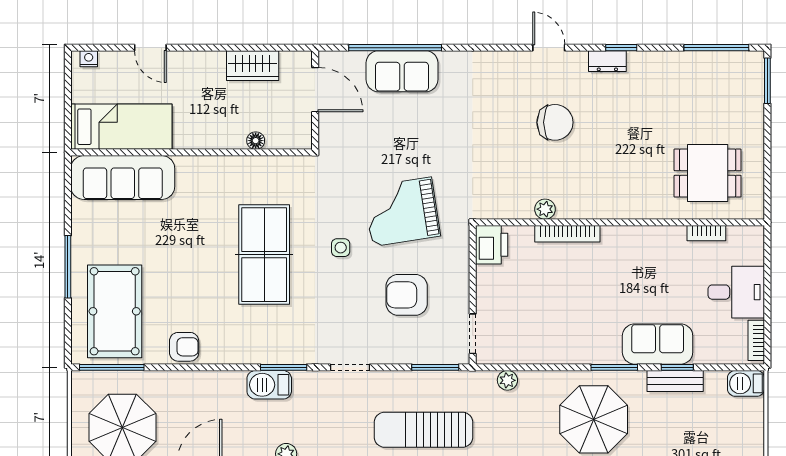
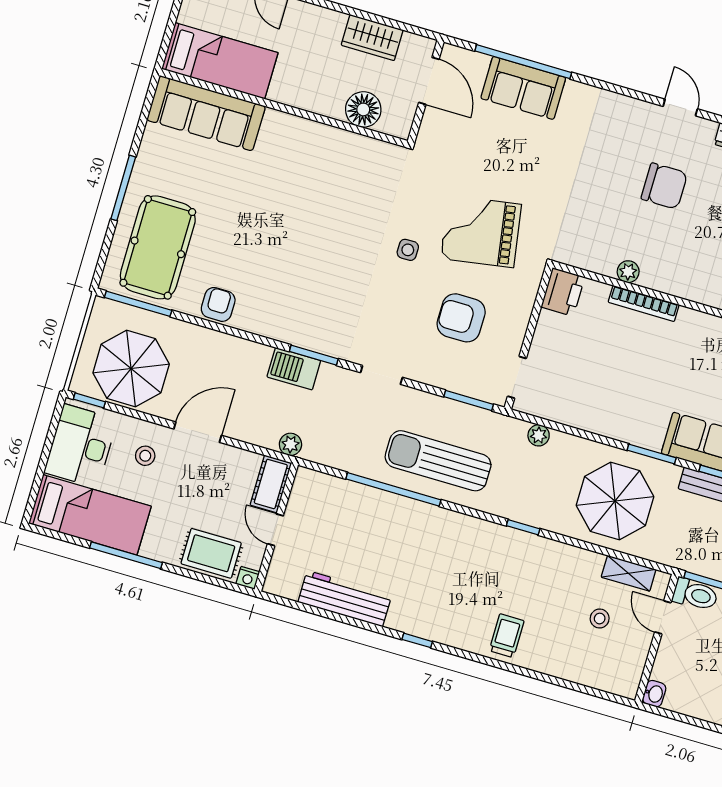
floor lamp: (256, 141) -> (363, 109), width x1.89, depth x1.89
table tennis table: (264, 255) -> (328, 234), removed
armchair: (184, 347) -> (218, 304), turned -90

